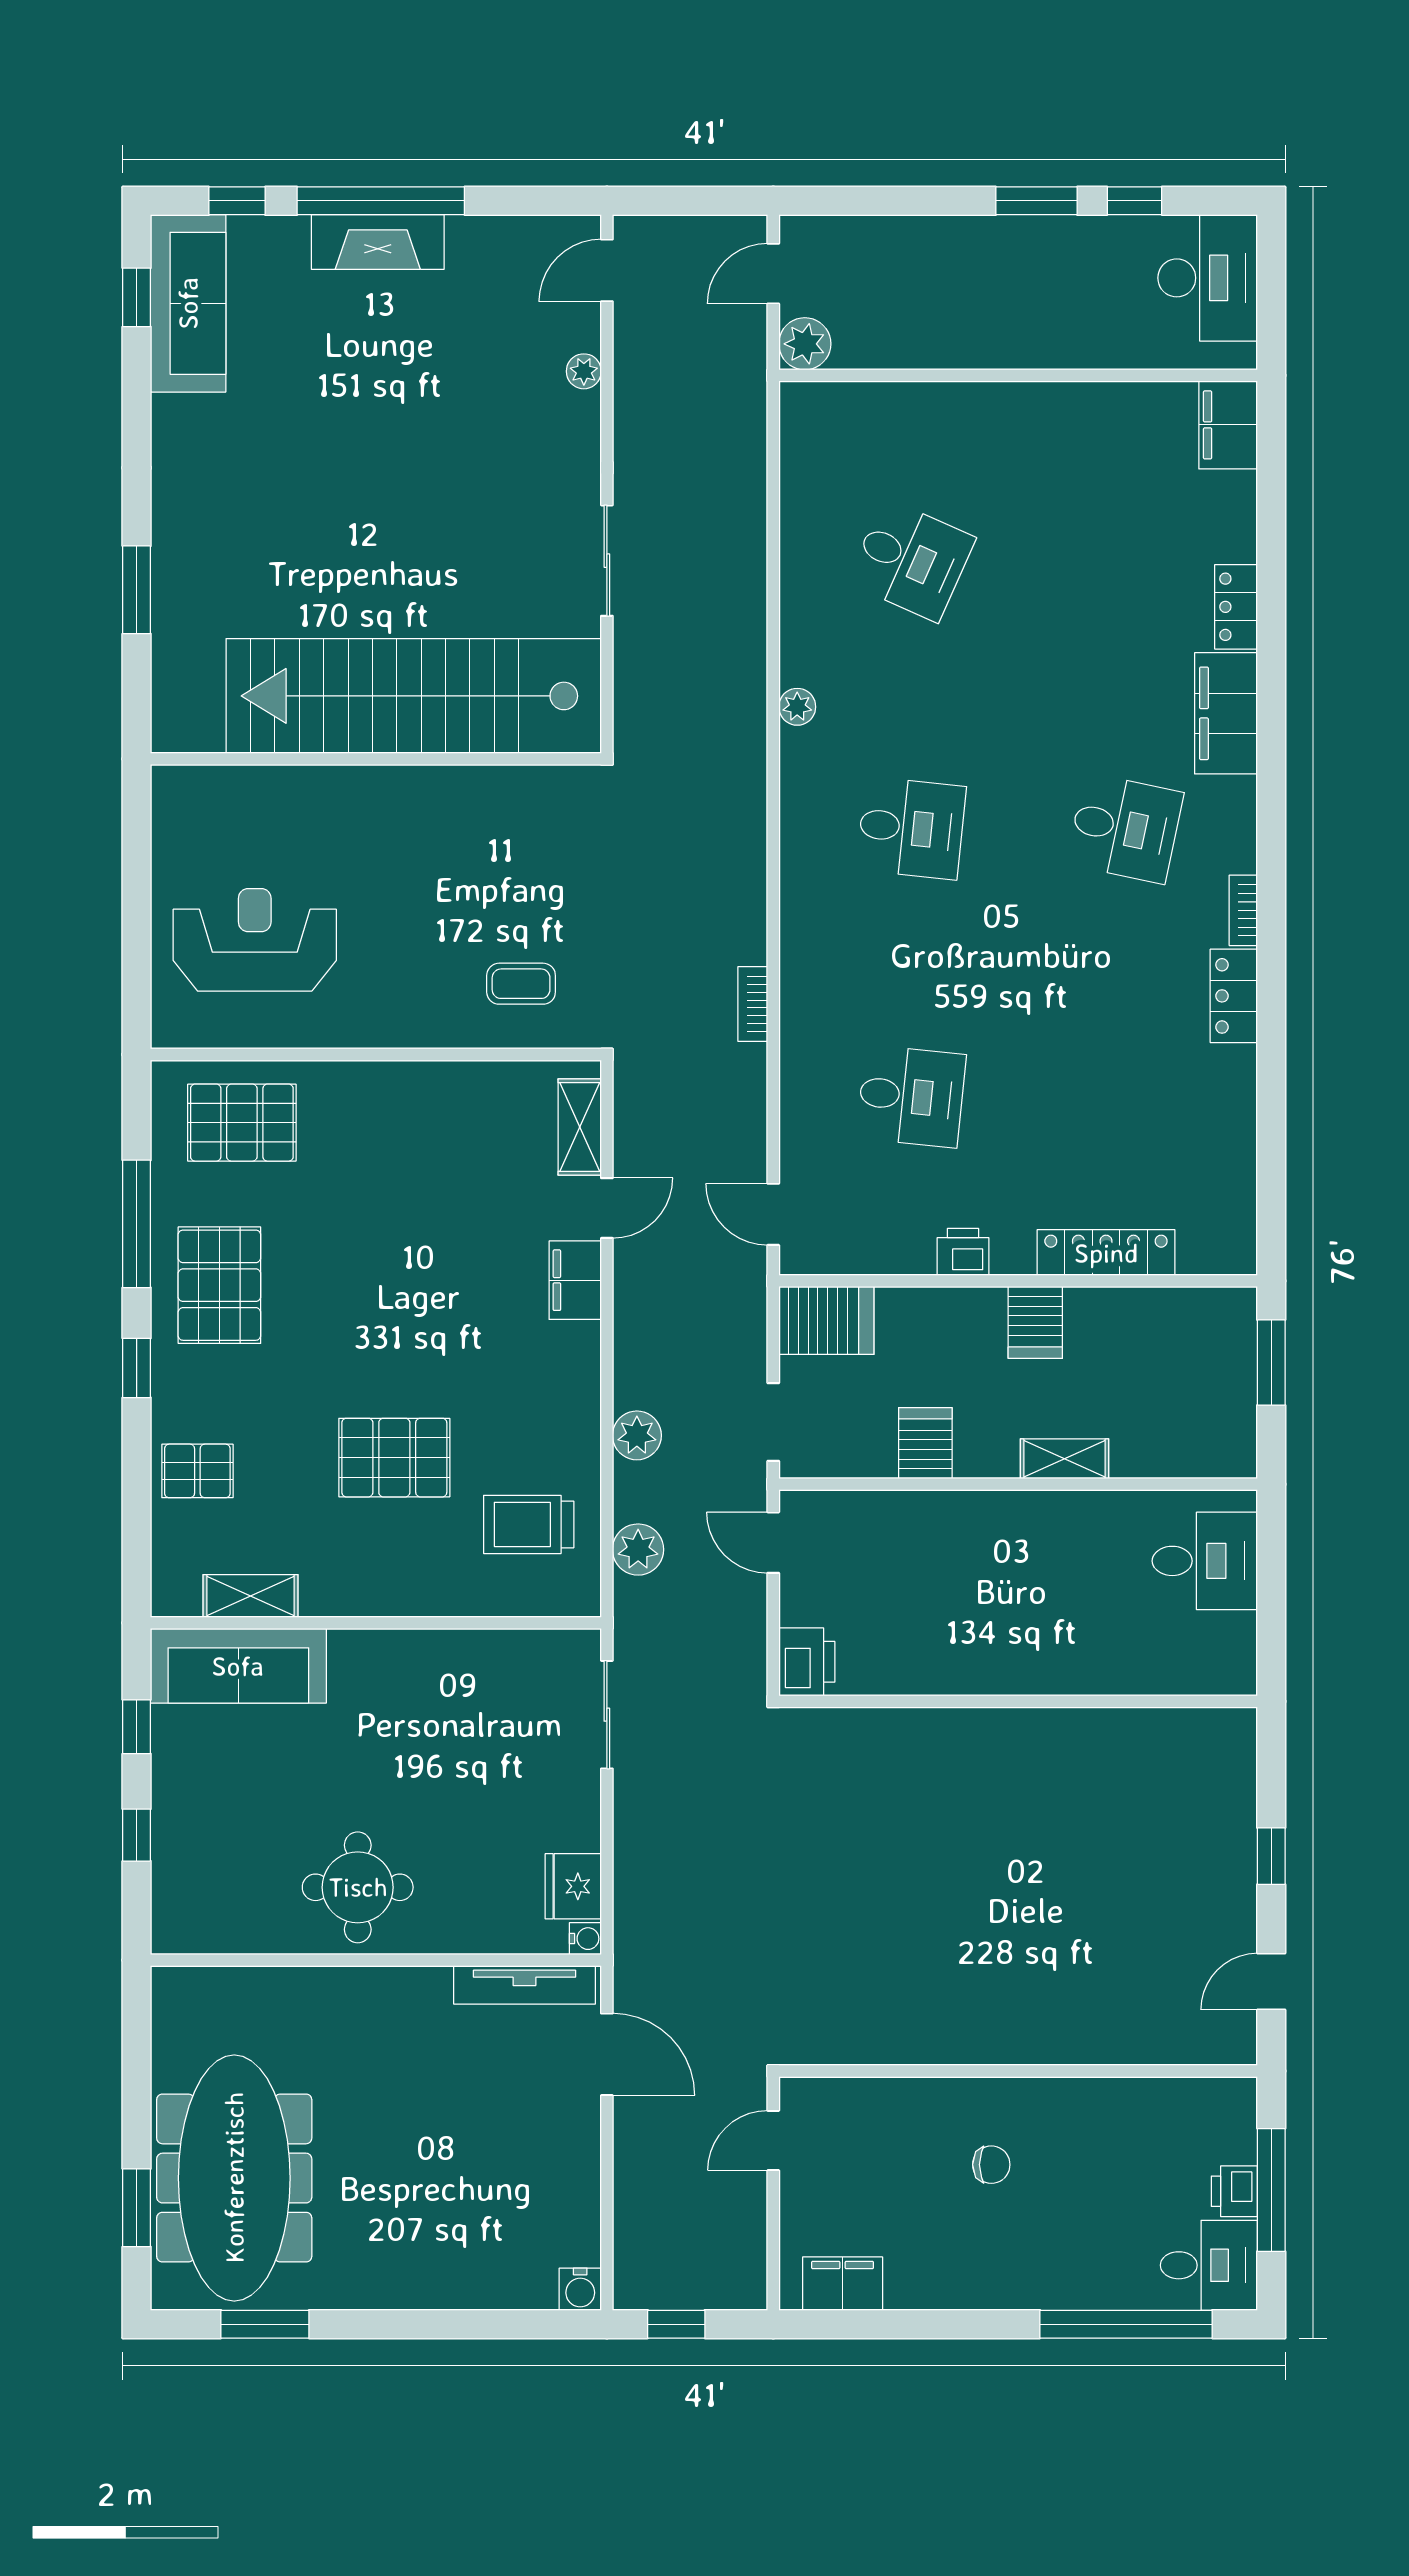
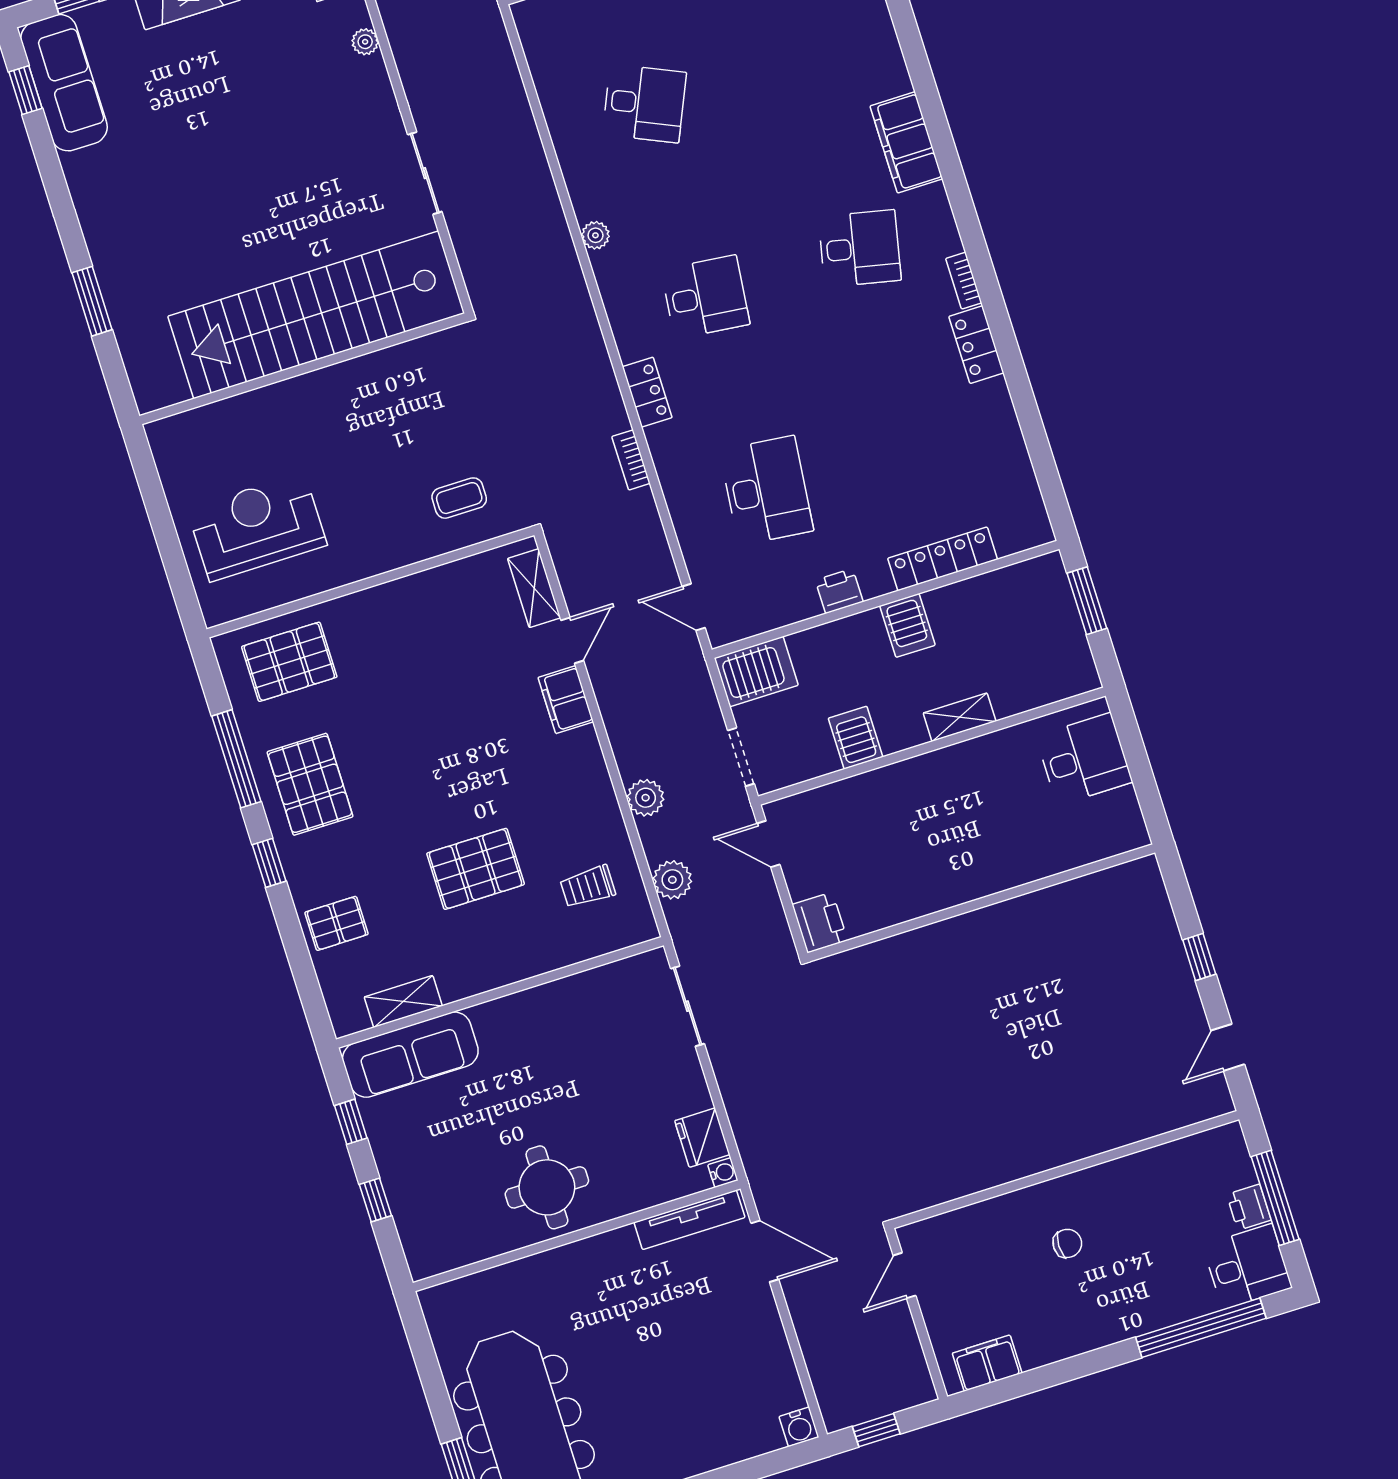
locker: (1236, 607) -> (647, 392), moved, turned 180
desk: (911, 1096) -> (766, 490), width x1.37
trolley: (529, 1524) -> (588, 887), width x0.73, depth x0.72

